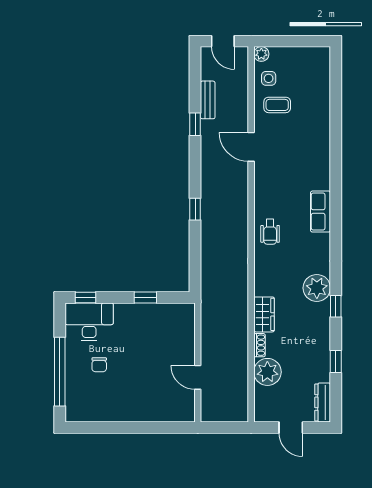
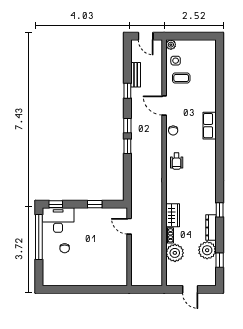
window: (195, 178) -> (127, 126), added
chair: (265, 185) -> (173, 131), added
row of seats: (320, 212) -> (210, 126), moved
plant: (317, 288) -> (207, 250), moved
window: (336, 362) -> (220, 260), moved
window: (60, 372) -> (39, 237), moved
door: (198, 377) -> (129, 226), moved
dresser: (323, 402) -> (211, 228), moved

